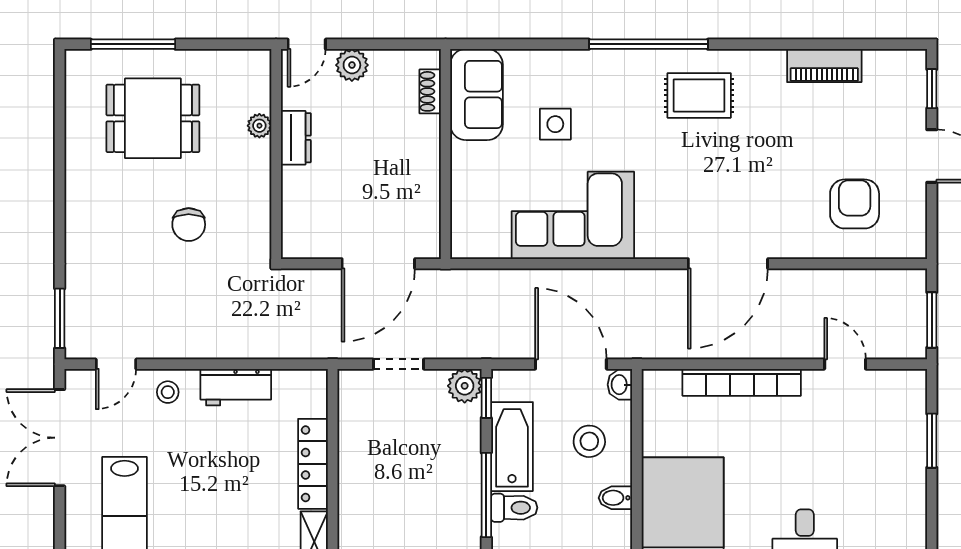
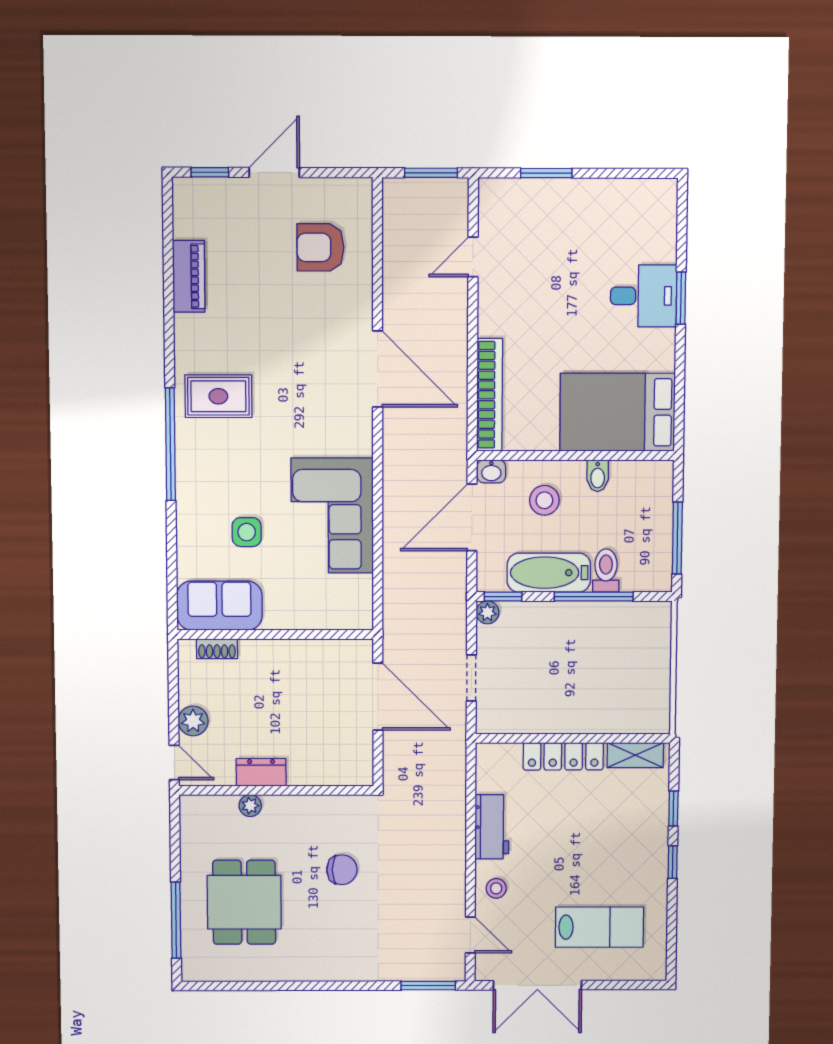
rug: (699, 95) -> (218, 396), turned 90
bookcase: (742, 382) -> (490, 395), moved
plant: (465, 386) -> (487, 612), width x0.73, depth x0.73

